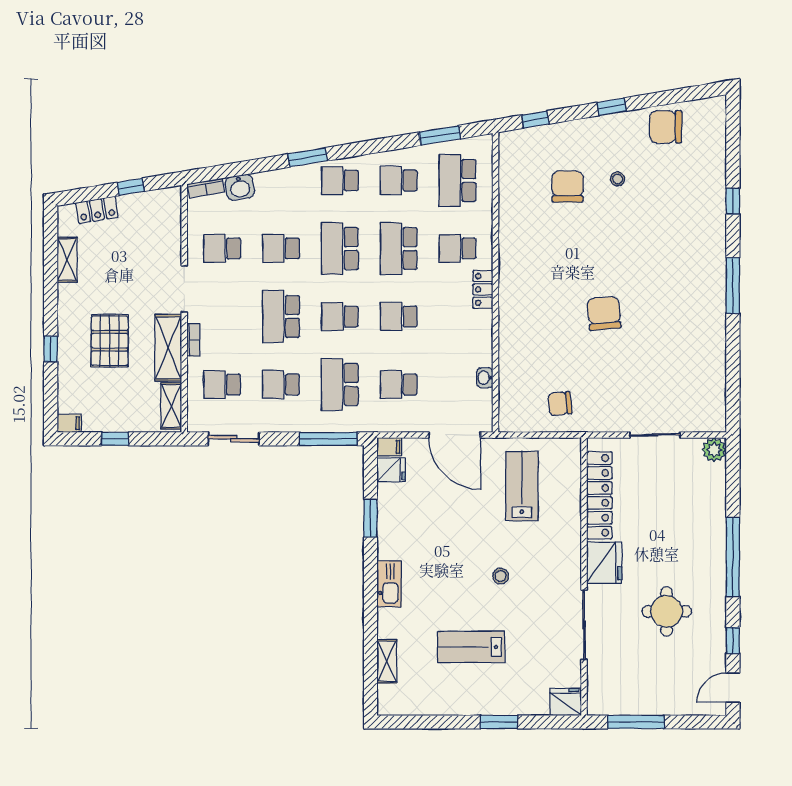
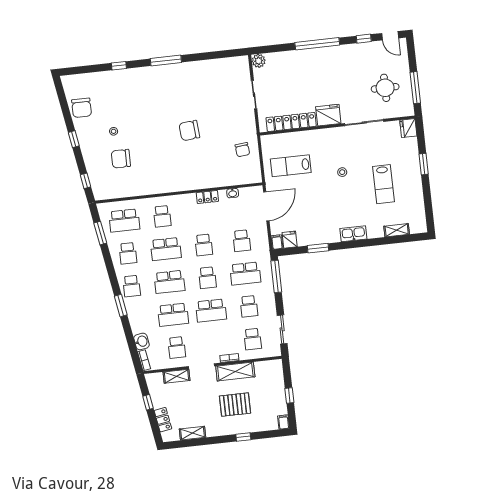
school desk: (281, 249) -> (173, 315), width x1.85
locker: (483, 289) -> (207, 197), moved
shelving: (171, 406) -> (177, 376), moved
round table: (667, 611) -> (385, 88), moved

